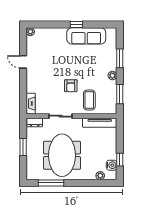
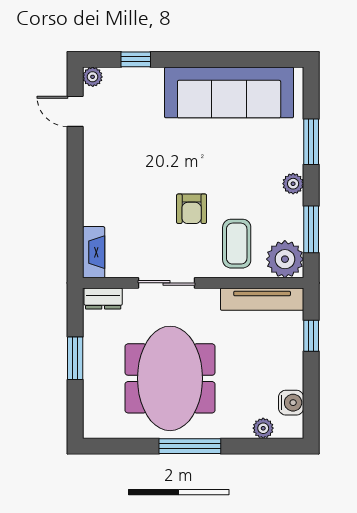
window: (76, 25) -> (136, 59), moved
sofa: (86, 36) -> (229, 92), width x1.36, depth x1.27
door: (23, 62) -> (75, 111), moved
plant: (109, 106) -> (285, 259), added
window: (120, 160) -> (311, 336), moved
window: (51, 183) -> (190, 446), moved

